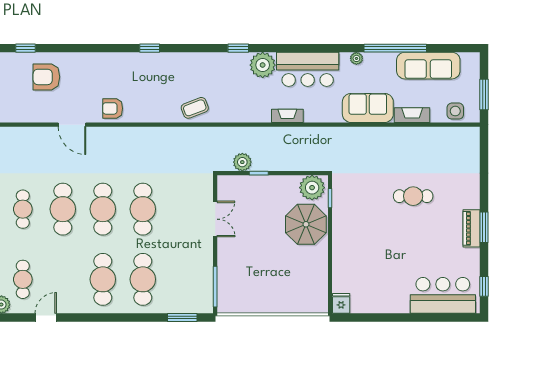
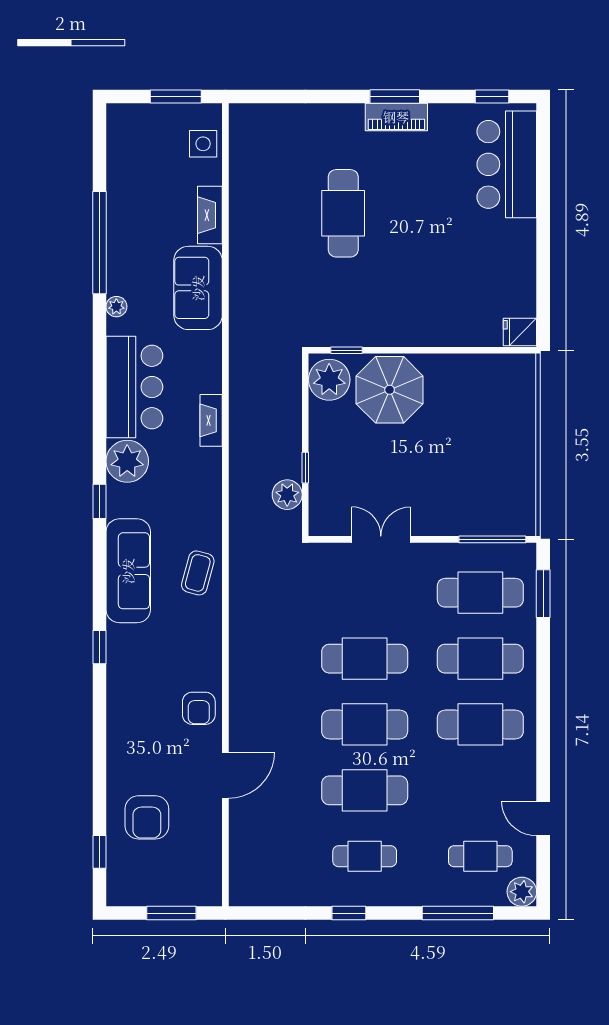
sofa: (428, 66) -> (128, 571), moved
coffee table: (195, 108) -> (198, 573), turned 36
cafe table: (413, 196) -> (343, 213), width x1.37, depth x1.35
cafe table: (183, 279) -> (480, 593), added

